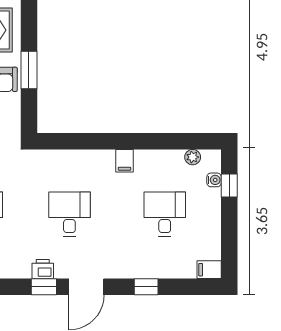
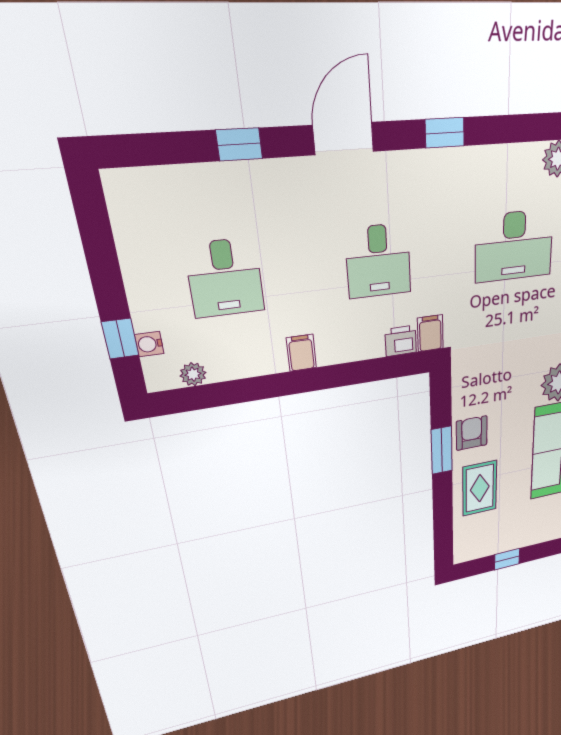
printer: (43, 269) -> (401, 341), moved, turned 180
filing cabinet: (209, 270) -> (430, 333), moved, turned -90
window: (44, 287) -> (445, 133), moved

